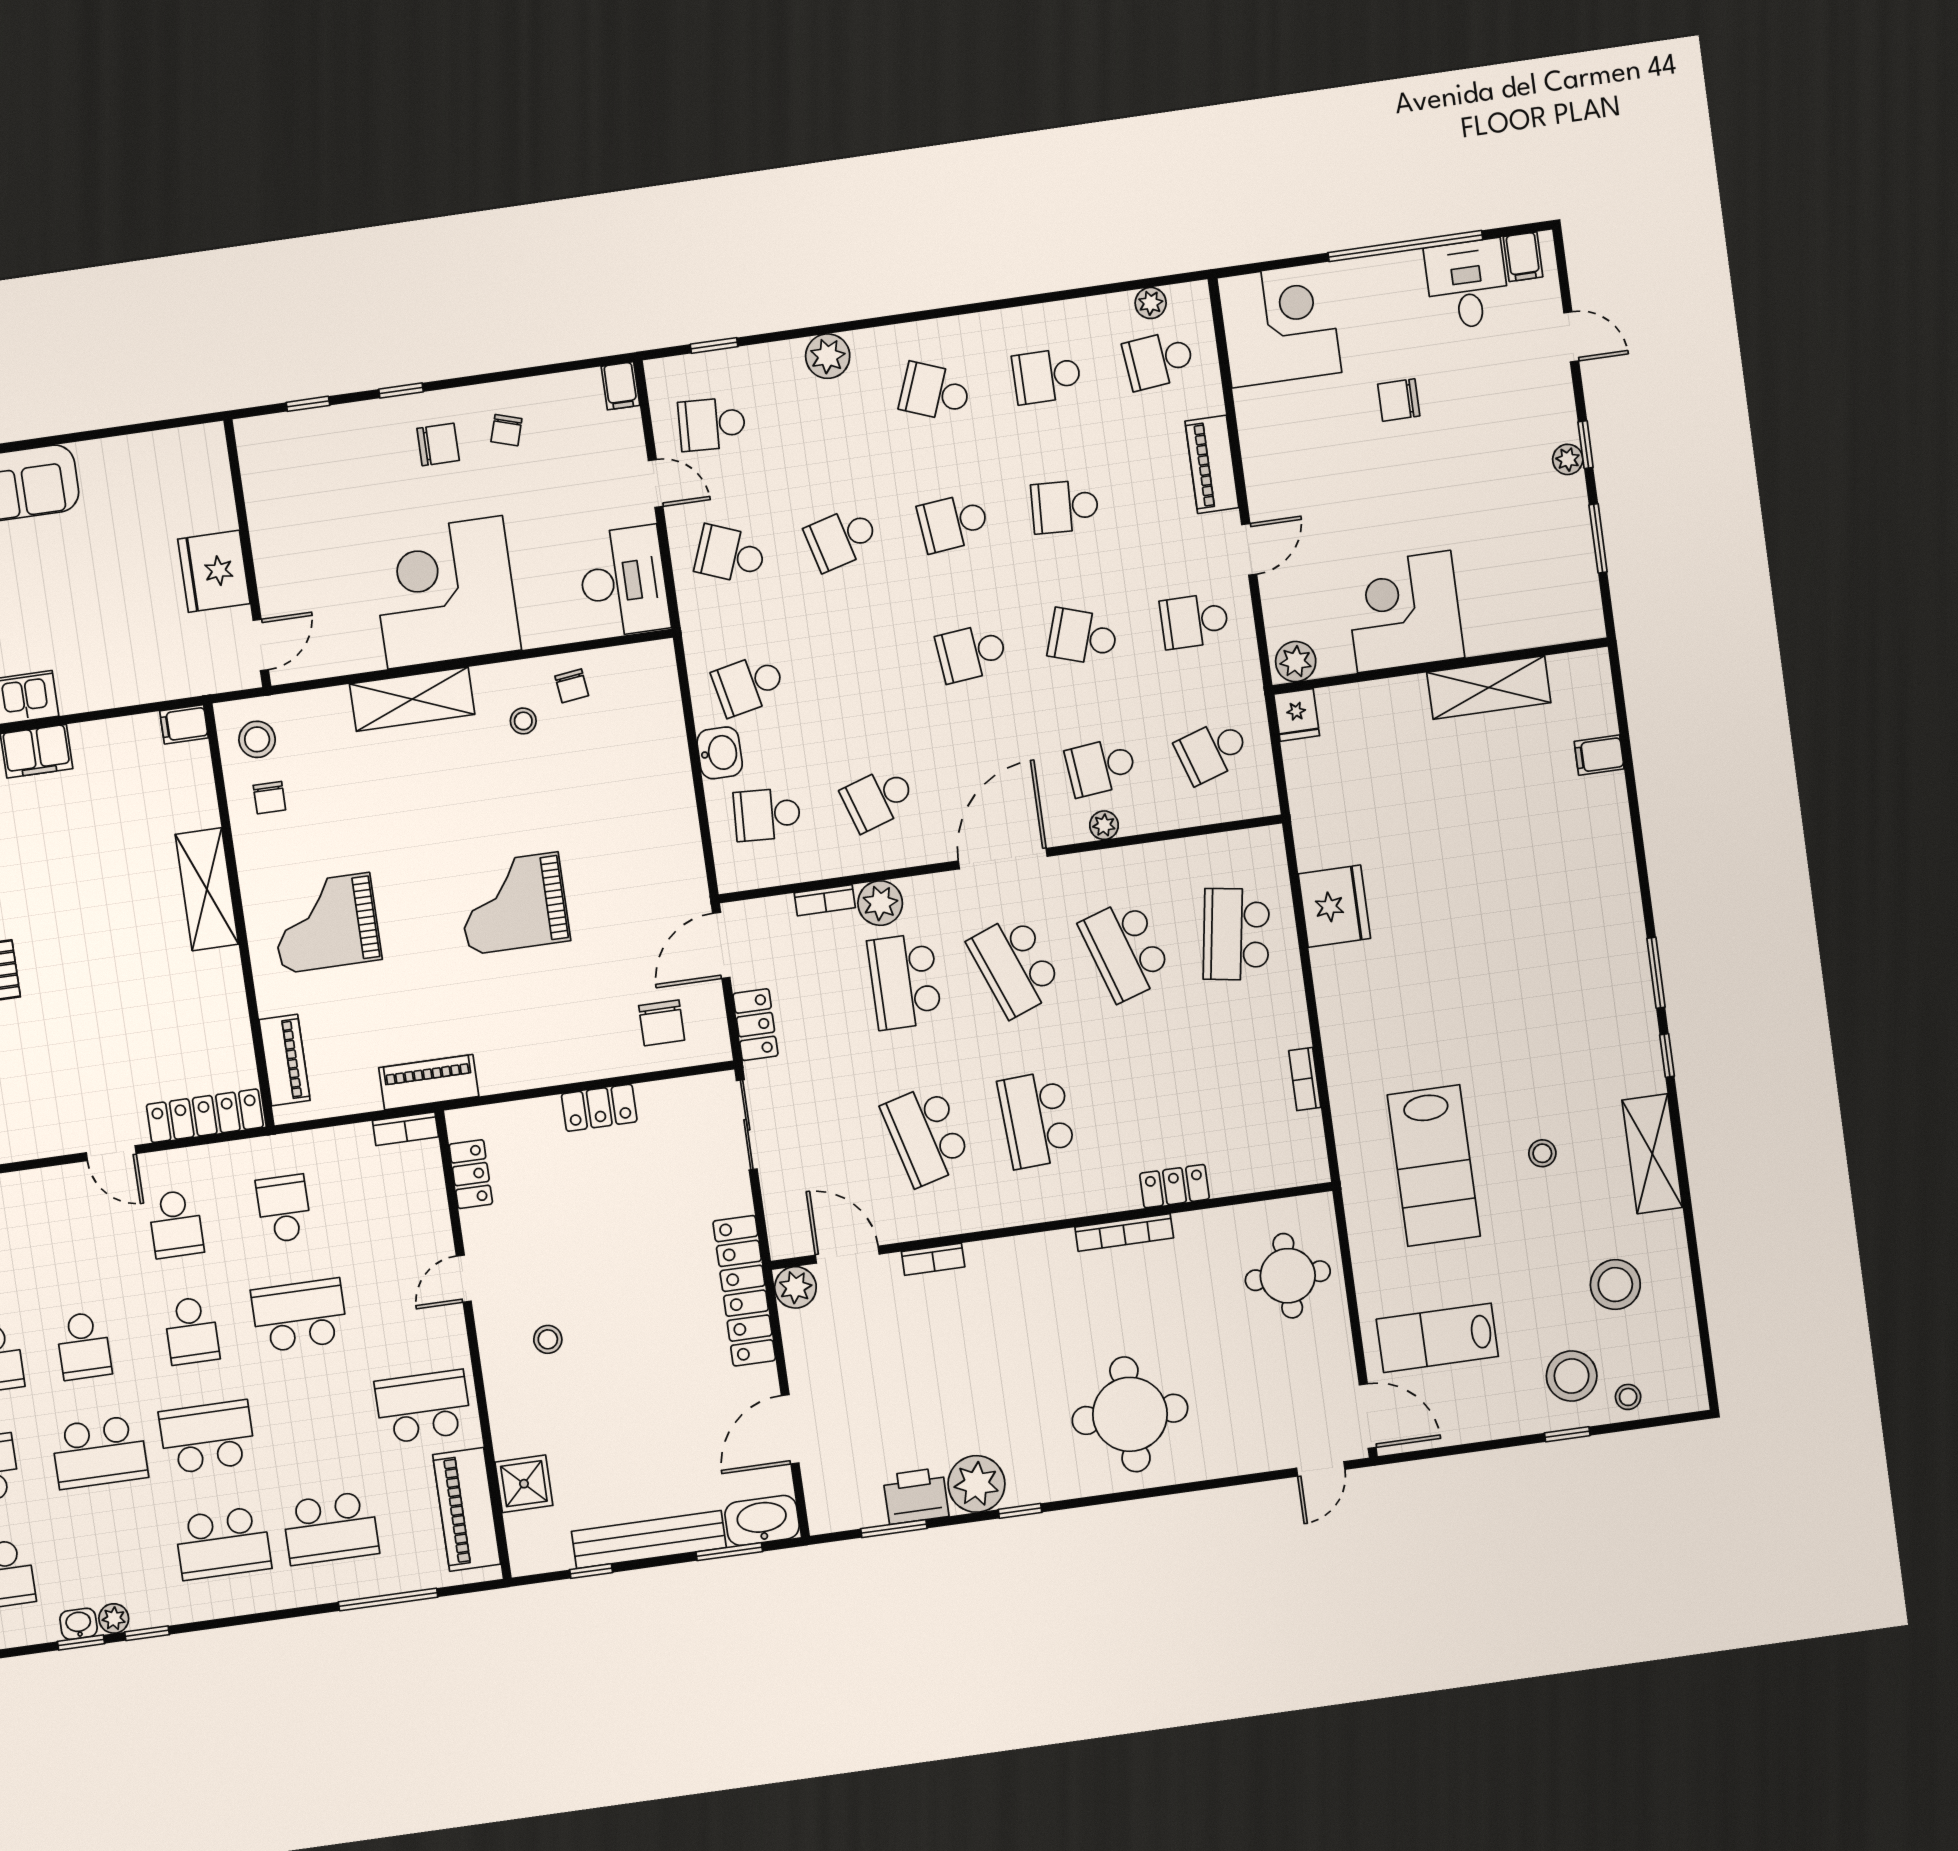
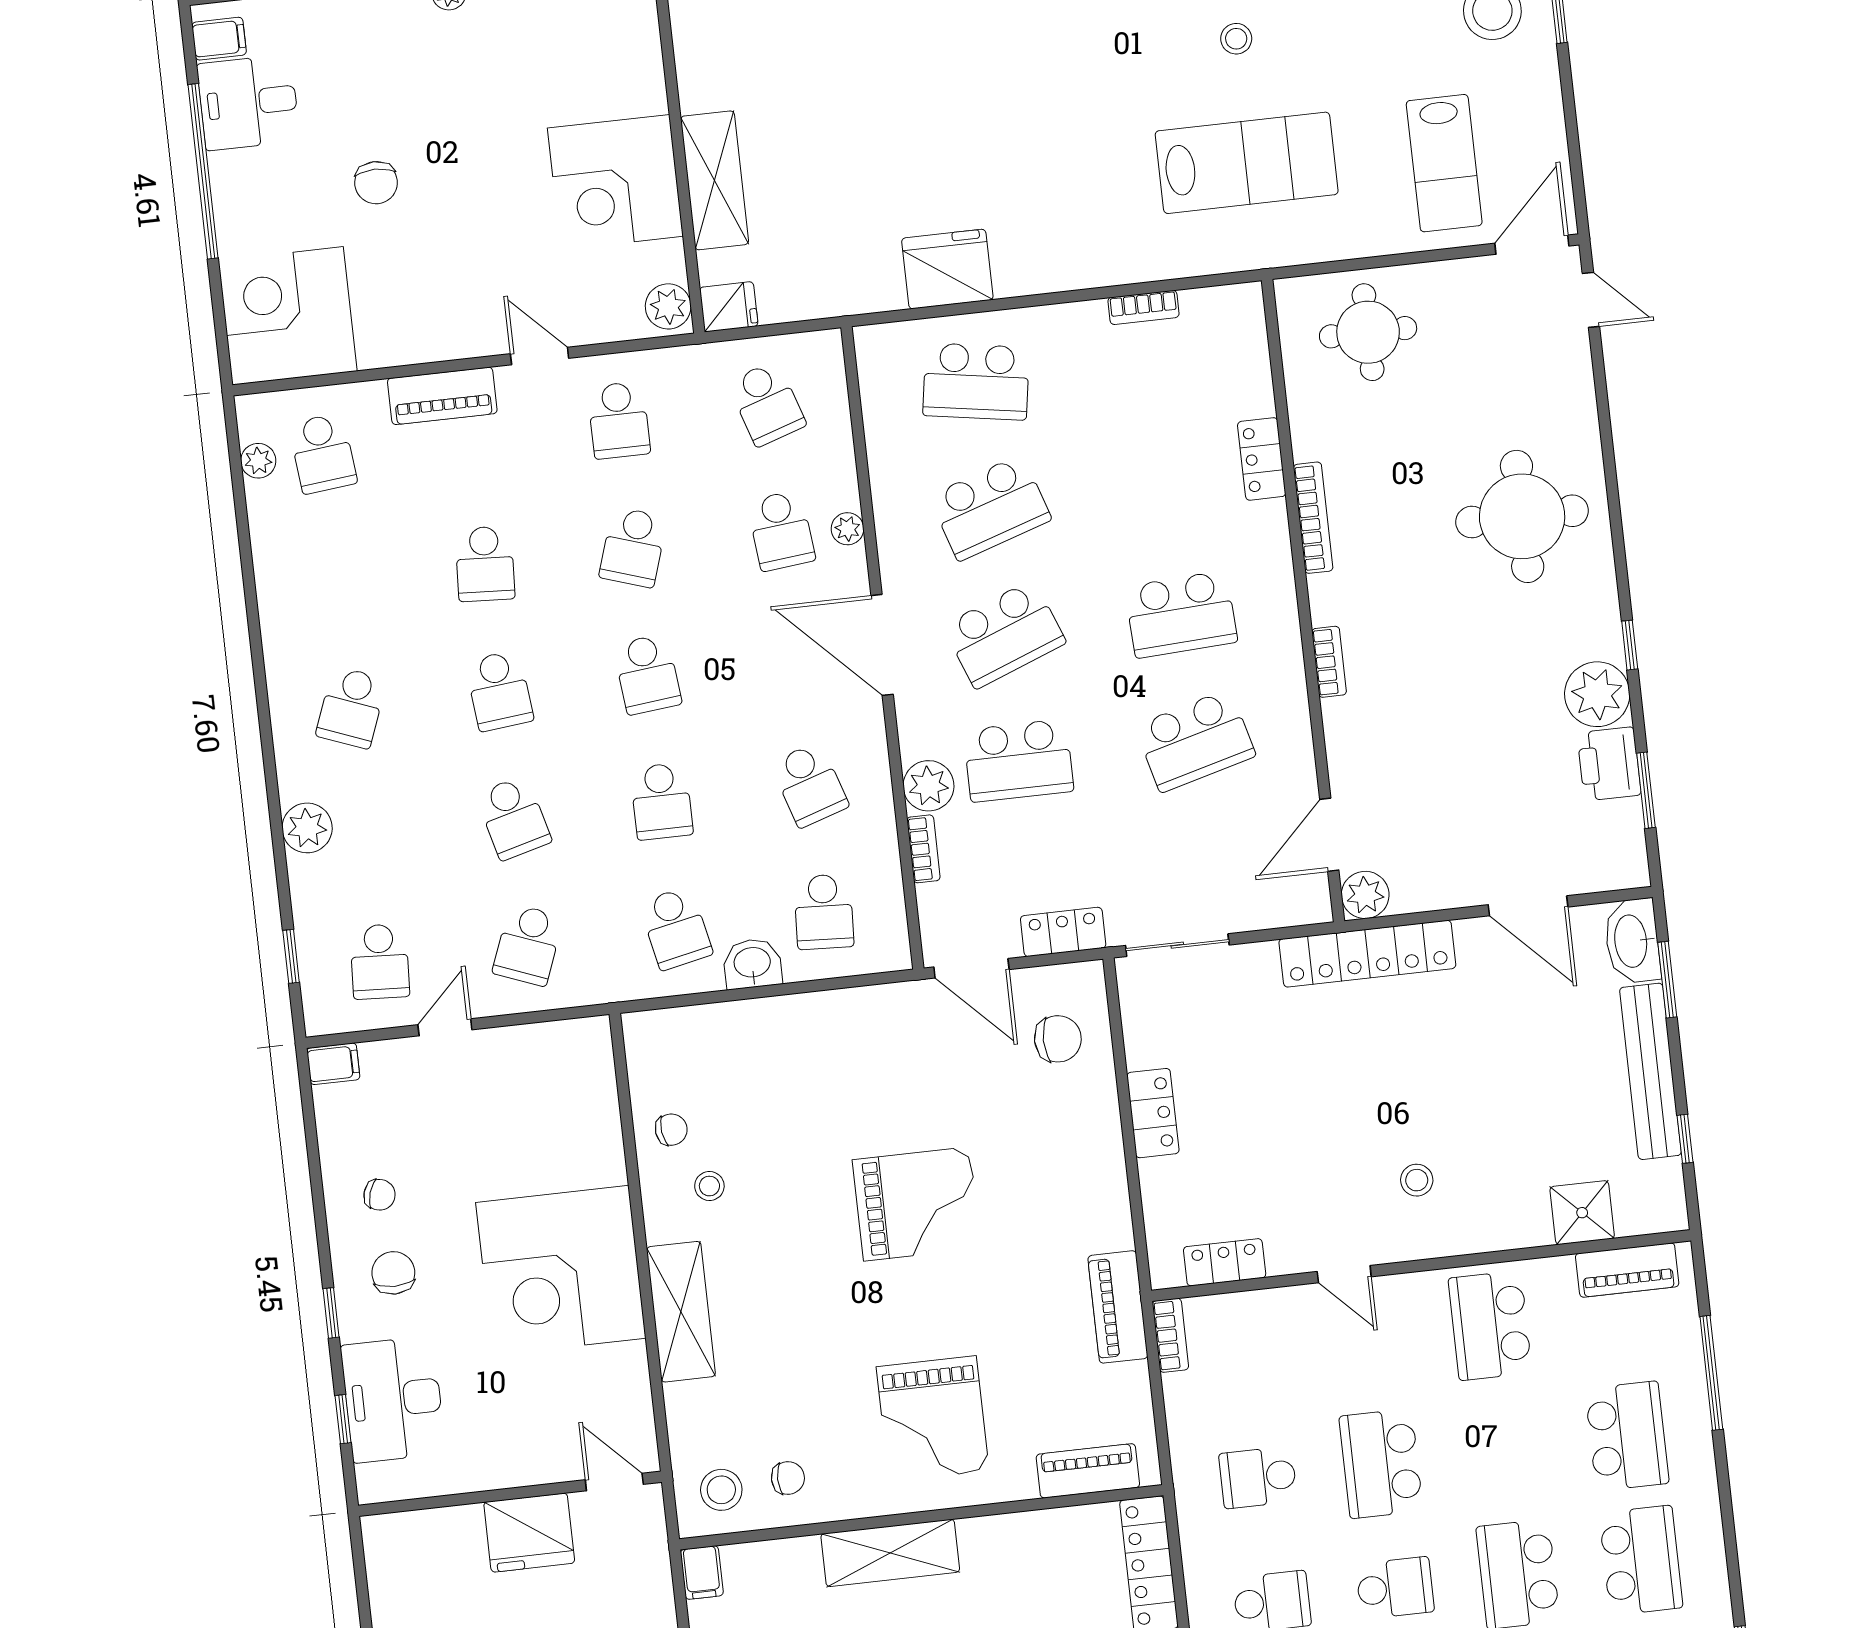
school desk: (1047, 376) -> (662, 801), moved
desk: (623, 581) -> (393, 1399), moved, turned -90
shelving: (1489, 688) -> (714, 180), moved
grand piano: (513, 903) -> (917, 1204), turned -90
bookcase: (933, 1259) -> (1329, 662), moved
piano: (467, 1509) -> (1627, 1270), width x0.73, depth x0.75

